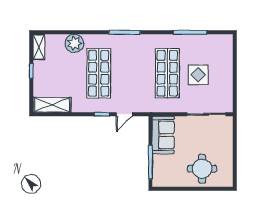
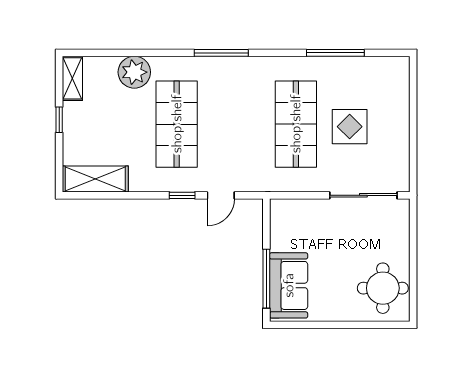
sofa: (163, 135) -> (289, 285), moved
round table: (202, 169) -> (383, 288), moved

